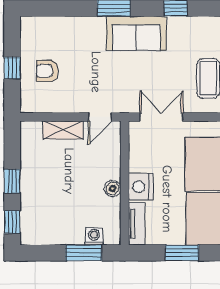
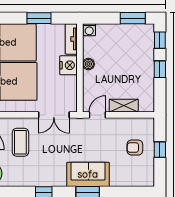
sofa: (136, 33) -> (88, 174), moved
armchair: (47, 71) -> (135, 148), turned 180
washing machine: (94, 236) -> (89, 30), moved
window: (84, 253) -> (133, 18), moved

